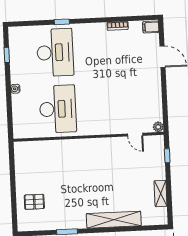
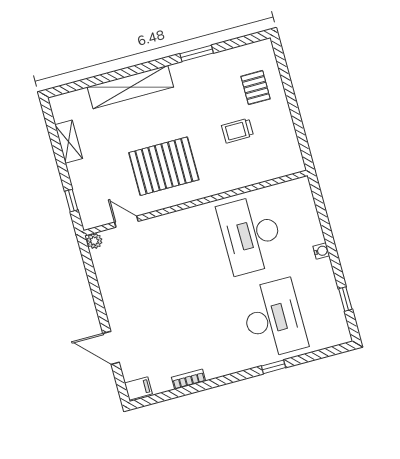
desk: (55, 52) -> (274, 319), turned 180
pallet: (104, 165) -> (164, 166), added
trolley: (52, 177) -> (238, 131), added
pallet: (34, 202) -> (256, 88), turned 90

